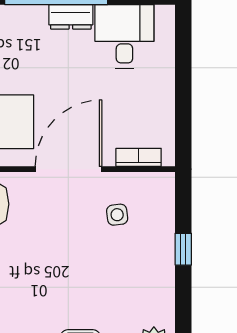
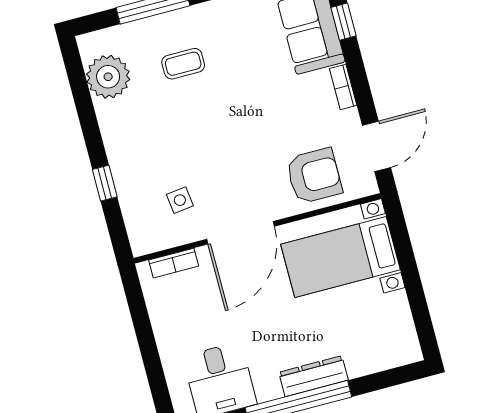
dresser: (71, 17) -> (313, 376), moved, width x1.44

